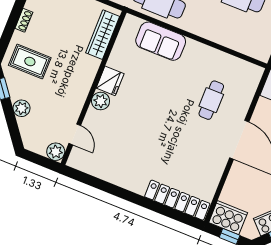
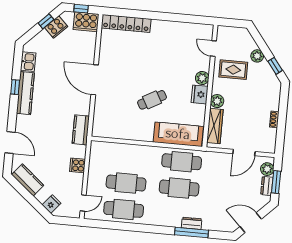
sofa: (161, 41) -> (178, 134), width x1.36
rug: (30, 61) -> (233, 70), moved
cafe table: (211, 100) -> (152, 100), moved, turned 61
plant: (56, 152) -> (217, 101), moved

